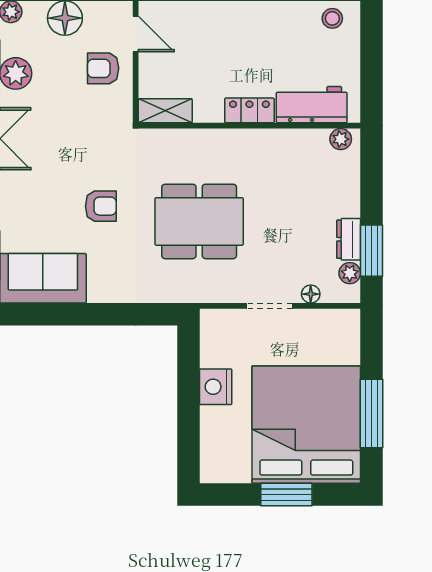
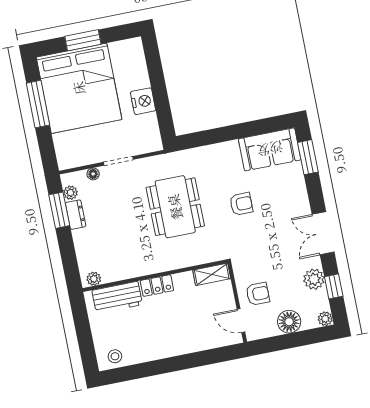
armchair: (101, 206) -> (241, 204), turned 180
dining table: (199, 221) -> (175, 207), turned 90

